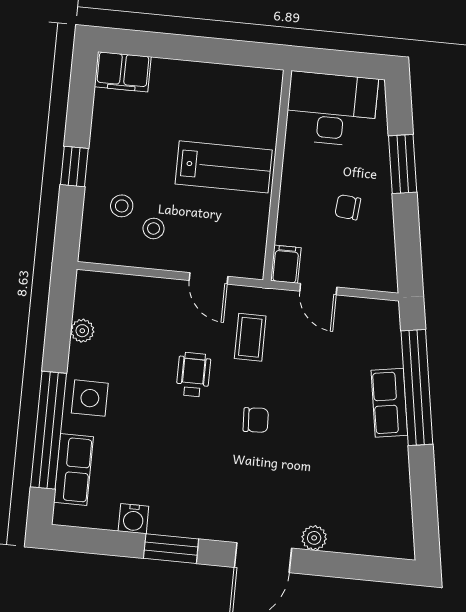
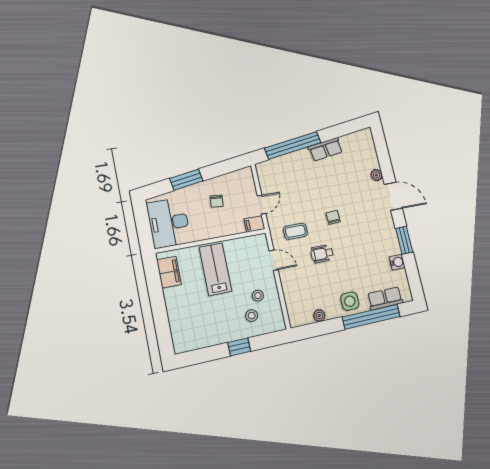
filing cabinet: (123, 72) -> (169, 272), moved
door: (209, 278) -> (274, 260), hinge flipped
row of seats: (389, 403) -> (326, 149), moved

